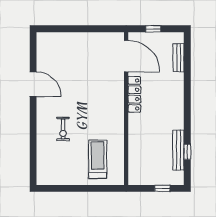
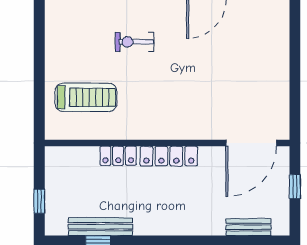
locker: (134, 94) -> (169, 156), moved
locker: (134, 139) -> (118, 156), added

